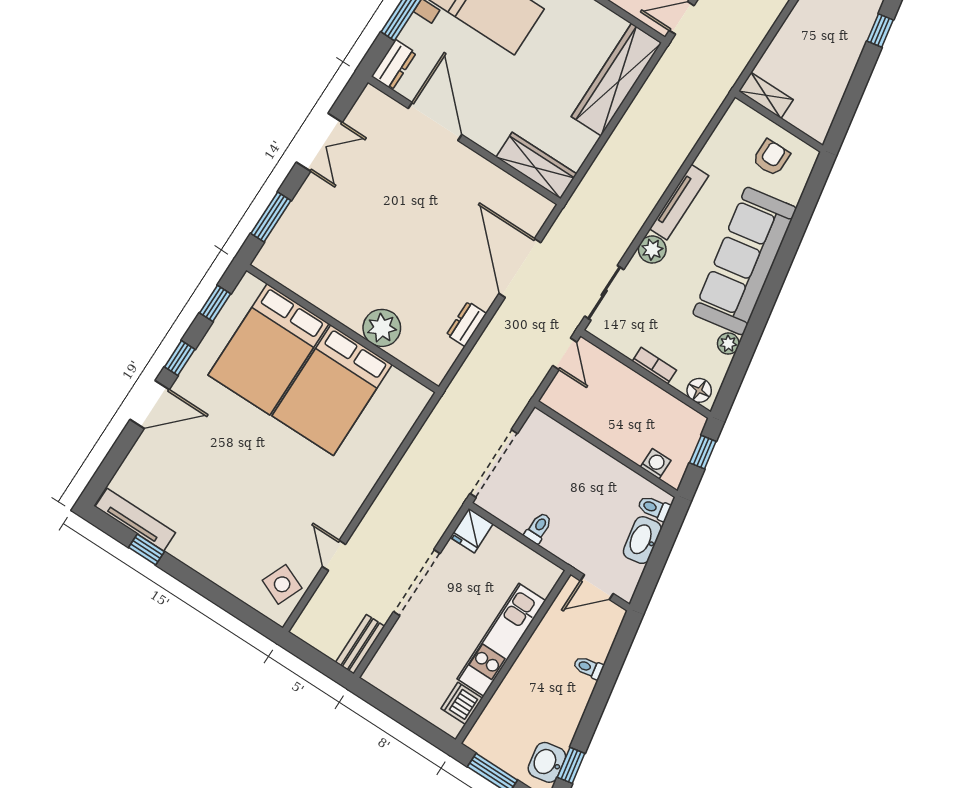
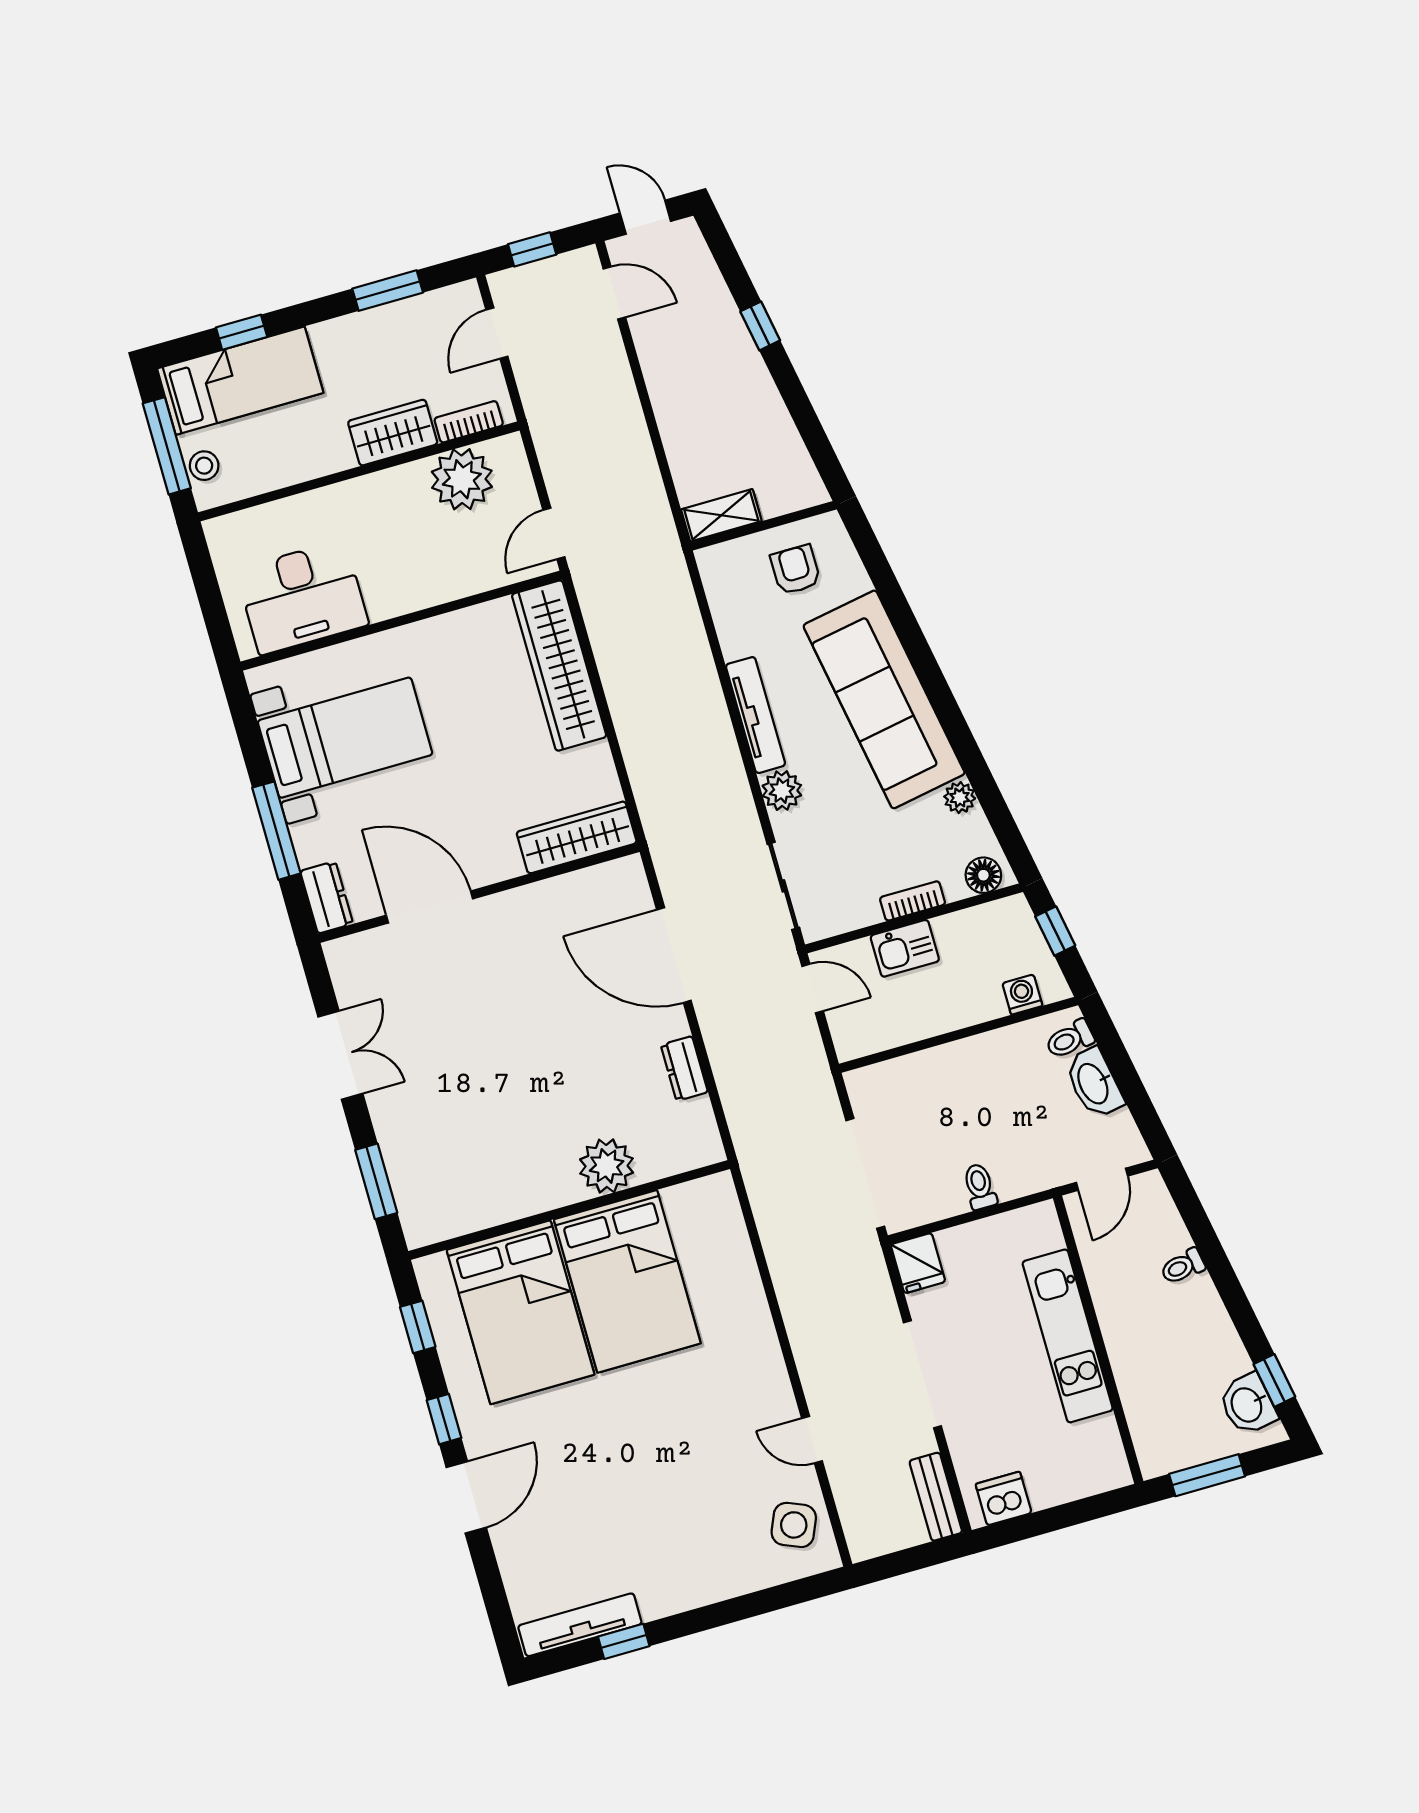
kitchen sink: (627, 383) -> (905, 948), added
dishwasher: (462, 703) -> (1004, 1499), moved, turned 90

